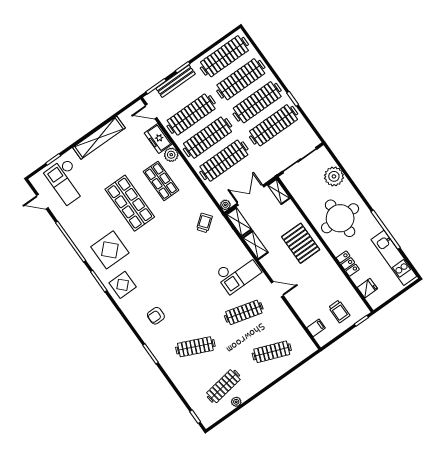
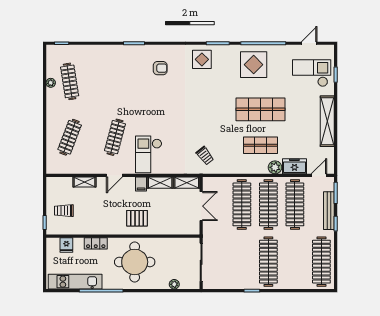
clothes rail: (241, 79) -> (295, 262), removed
clothes rail: (274, 125) -> (242, 262), removed
plant: (334, 176) -> (174, 284), width x0.53, depth x0.53
shelving: (279, 192) -> (85, 182), moved
plant: (225, 205) -> (207, 182), removed
pallet: (301, 243) -> (137, 218), width x0.67, depth x0.71
display table: (110, 250) -> (254, 65), moved
armchair: (156, 316) -> (160, 68), turned 90
filing cabinet: (316, 328) -> (141, 184), moved
clothes rail: (195, 347) -> (115, 81), removed

